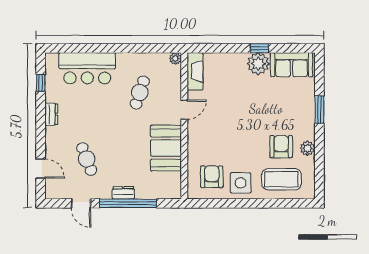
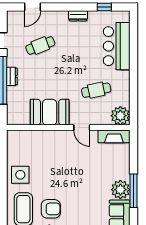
window: (260, 48) -> (133, 191), width x2.17
plant: (175, 59) -> (120, 116), width x1.88, depth x1.88
cafe table: (140, 93) -> (96, 90), turned -30
armchair: (212, 177) -> (25, 151), removed

